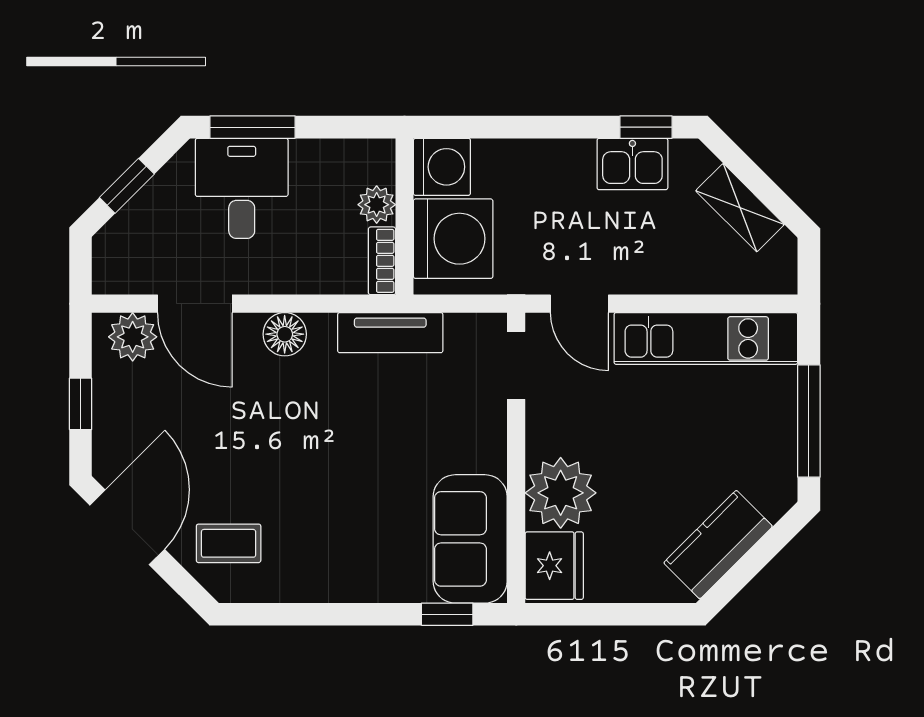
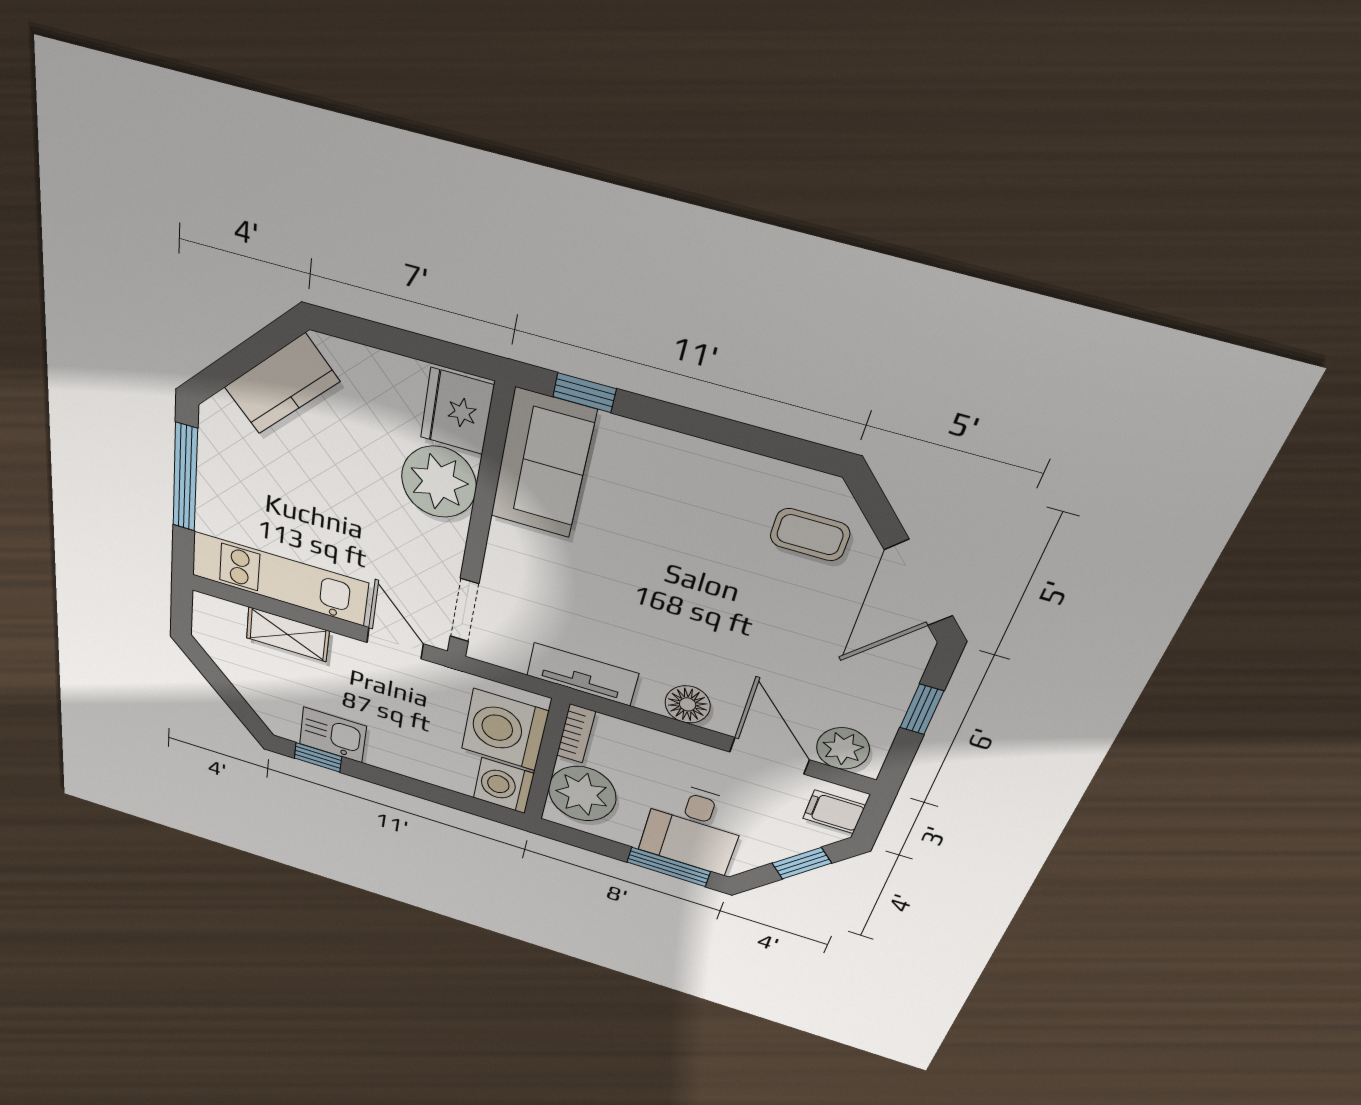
plant: (377, 205) -> (582, 794), width x1.88, depth x1.88
shelving: (740, 208) -> (288, 634), moved, turned -45
filing cabinet: (117, 261) -> (834, 812), added

